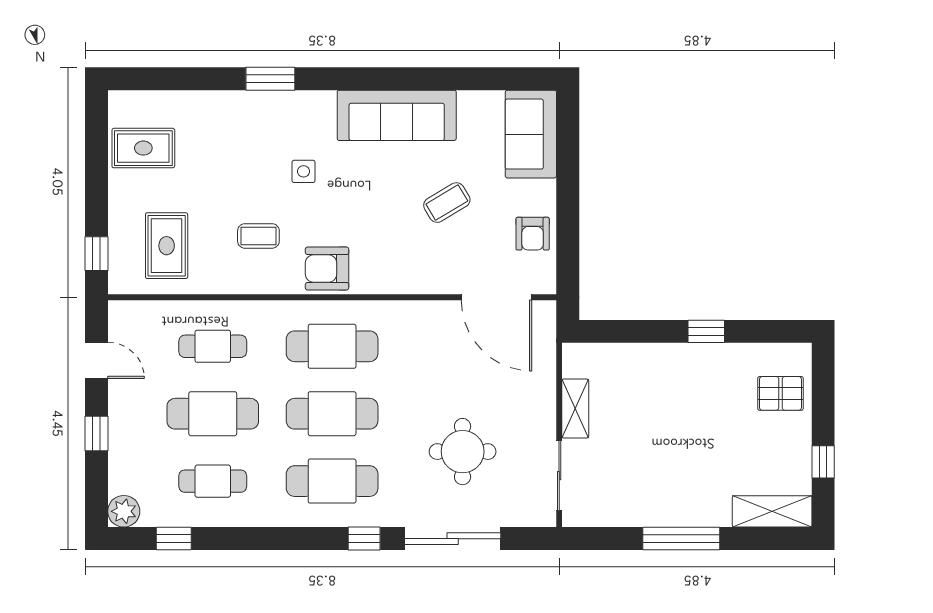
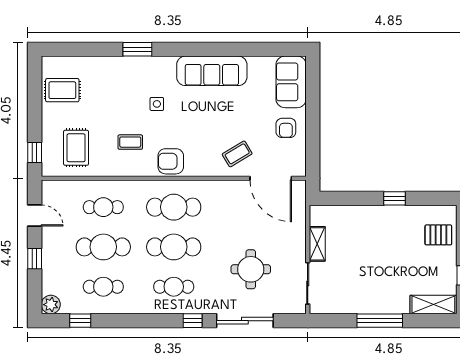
coffee table: (447, 203) -> (237, 154), moved
armchair: (533, 234) -> (286, 128), moved
cafe table: (332, 481) -> (174, 287), width x0.73, depth x0.74

